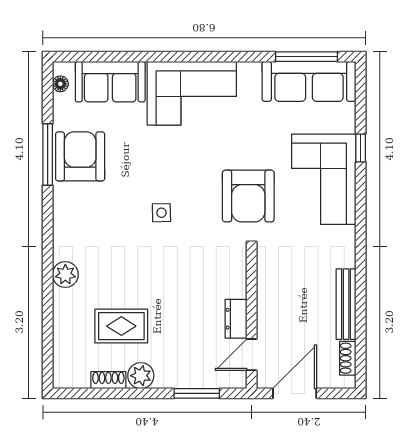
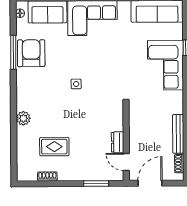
armchair: (248, 196) -> (124, 75), removed
door: (252, 355) -> (126, 162), hinge flipped
plant: (141, 376) -> (65, 174), removed

